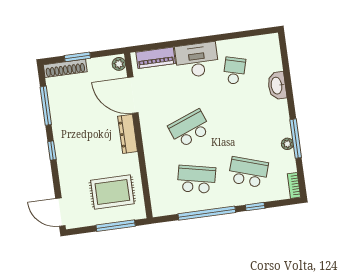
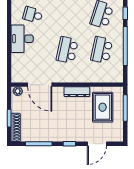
piano: (156, 58) -> (17, 66), removed
door: (133, 95) -> (40, 85), hinge flipped
school desk: (190, 129) -> (67, 50), turned 33
dresser: (128, 134) -> (77, 92), moved
door: (60, 212) -> (97, 144), moved

